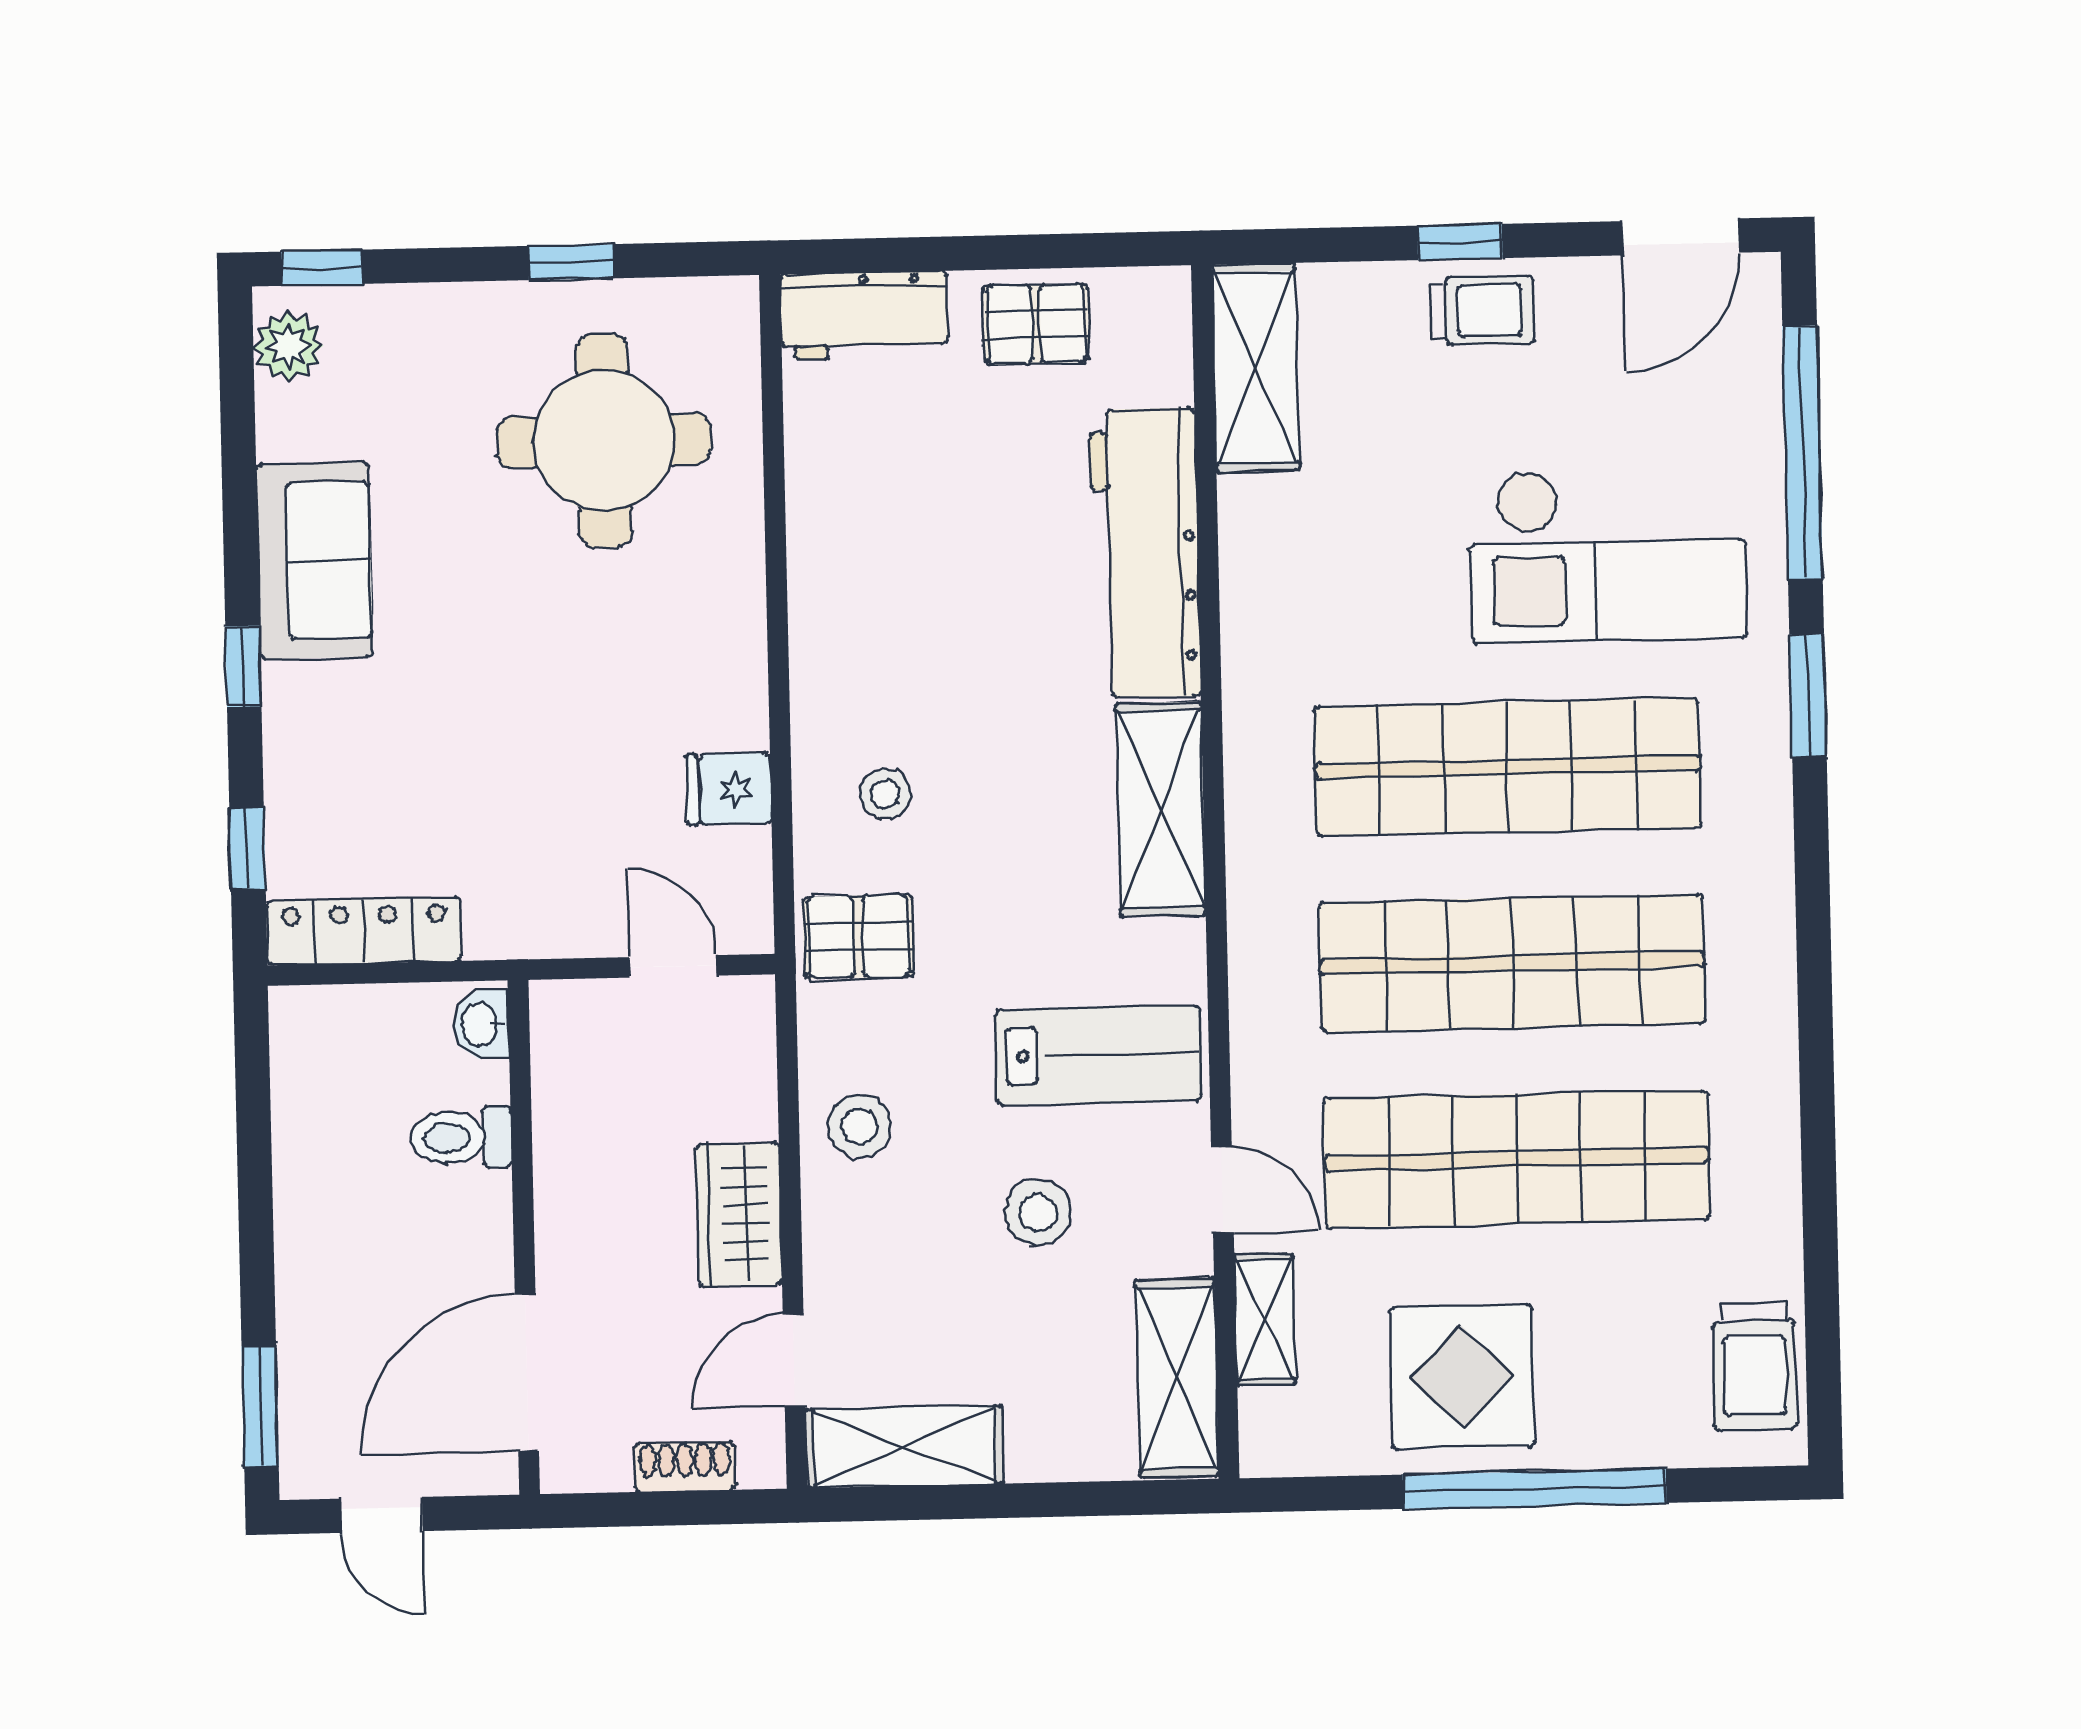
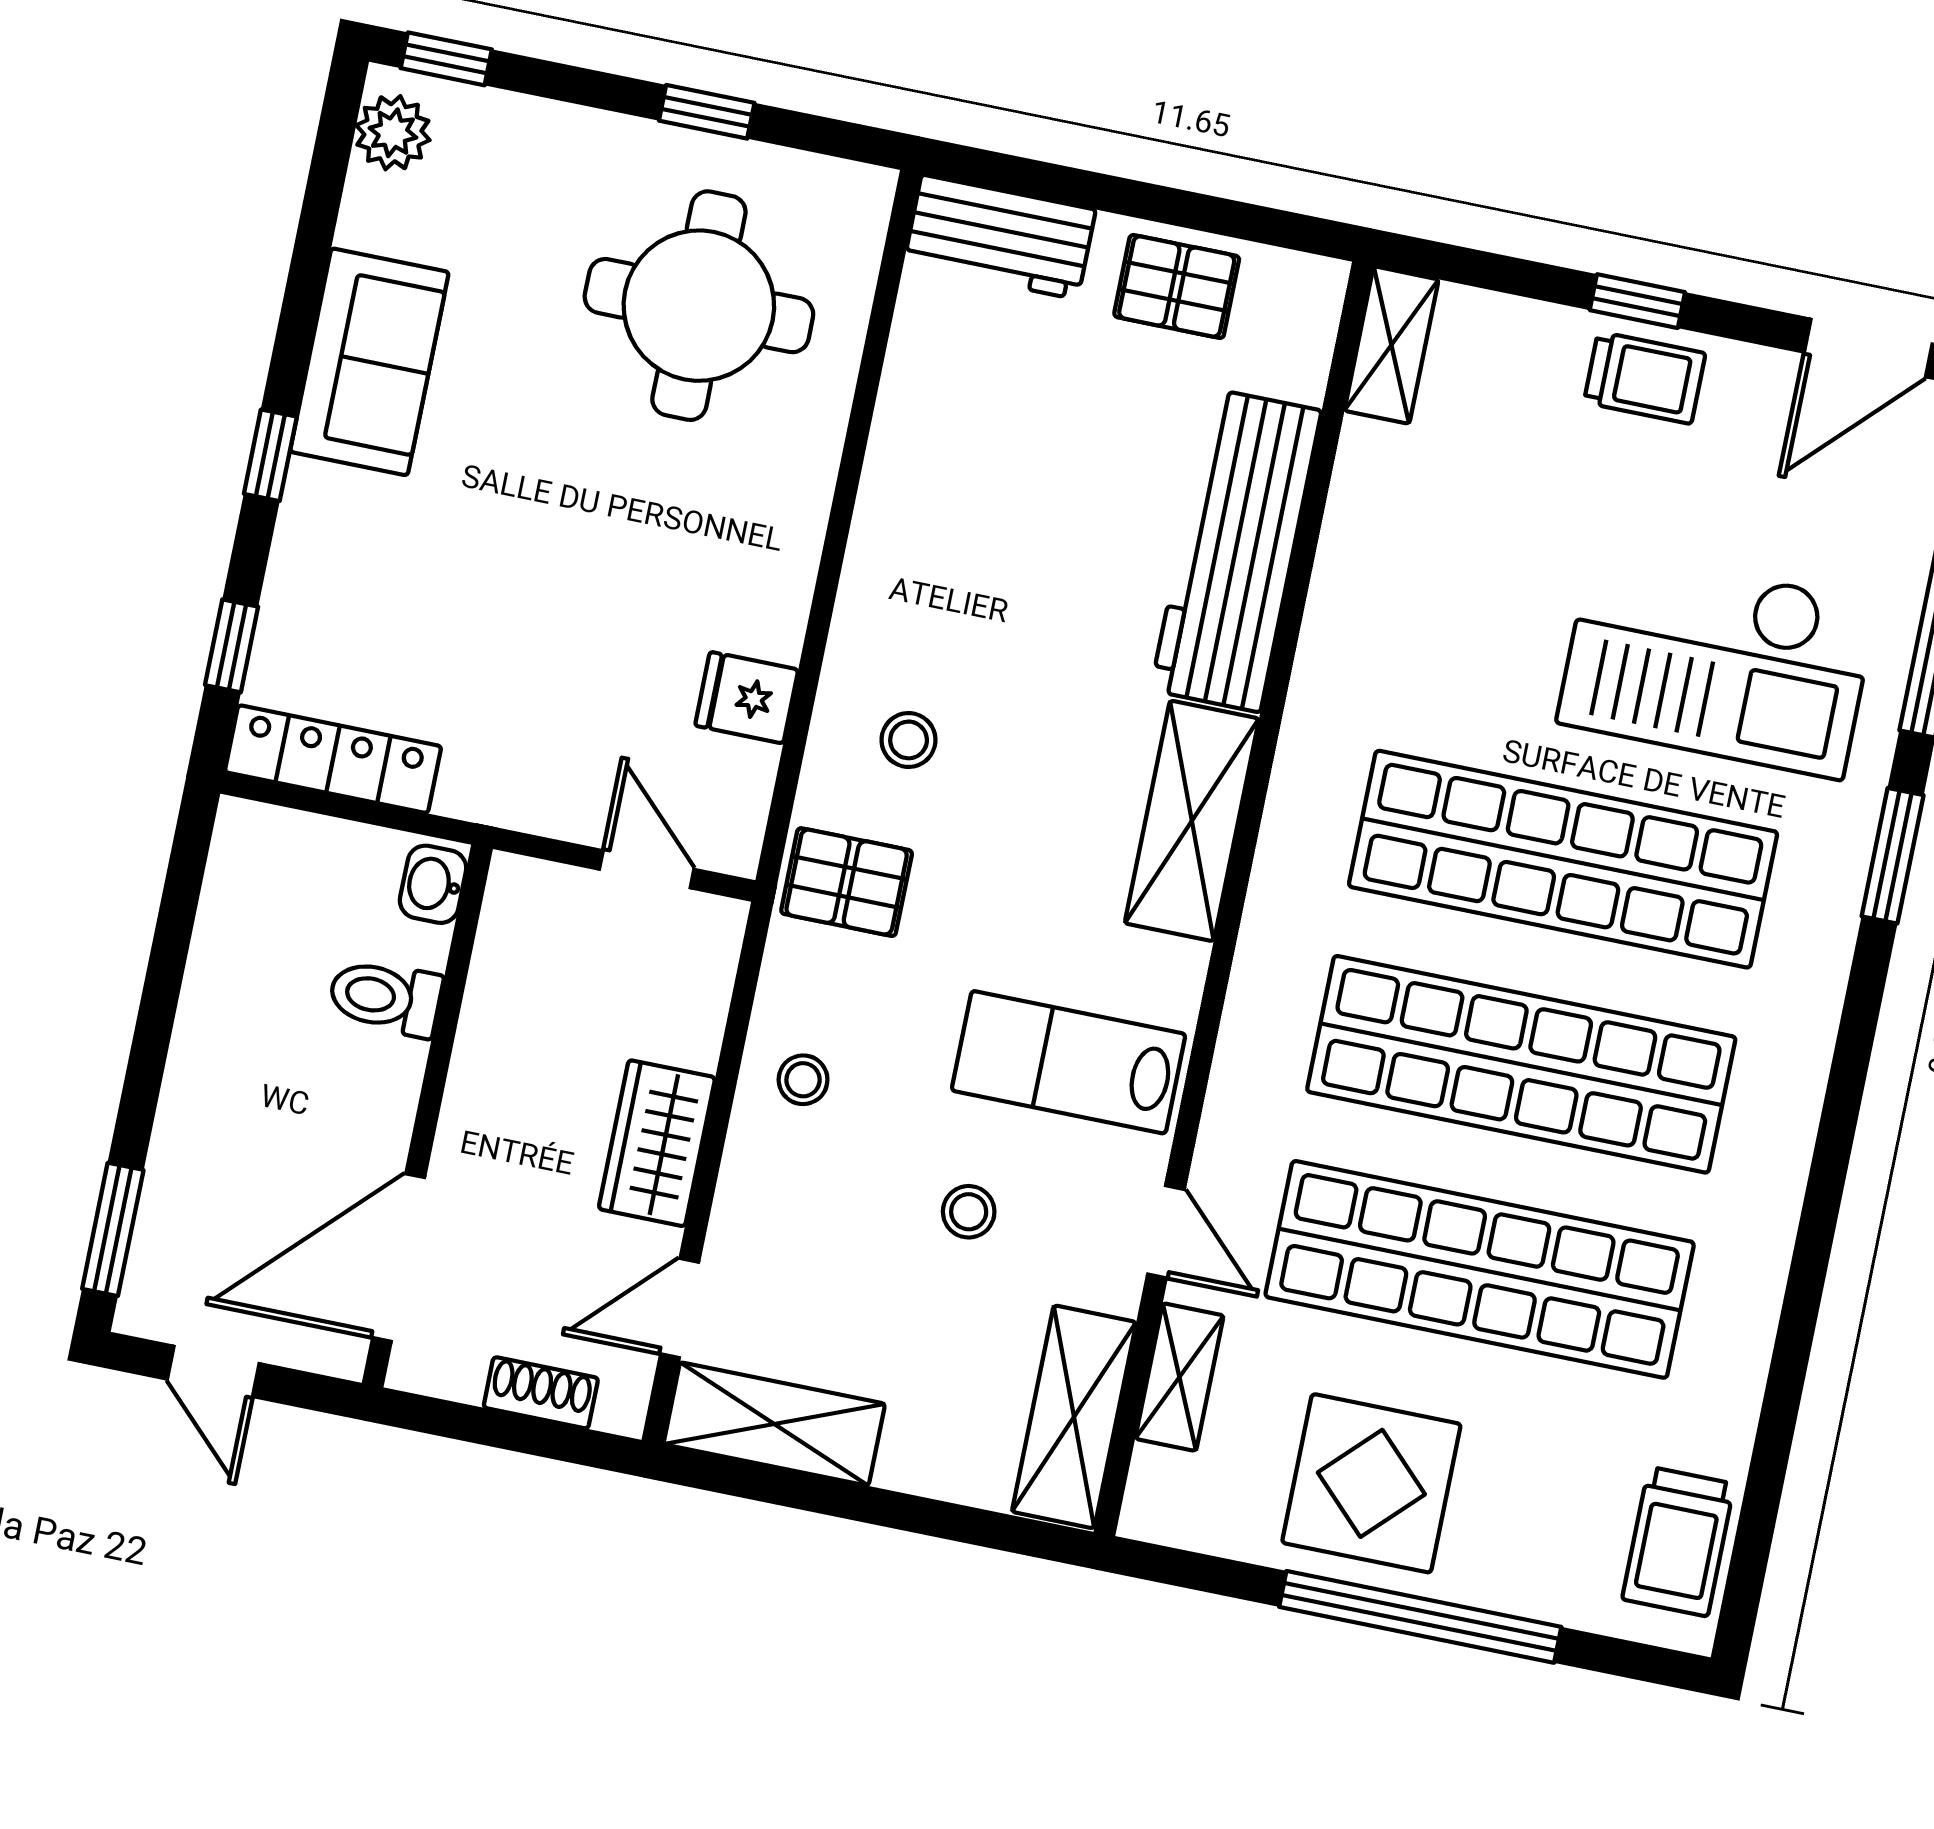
shelving: (1256, 367) -> (1391, 345), width x0.67, depth x0.75
lab bench: (1098, 1055) -> (1069, 1062), turned 180
stool: (859, 1126) -> (803, 1080), width x0.73, depth x0.73
stool: (1038, 1212) -> (969, 1212), width x0.73, depth x0.73

